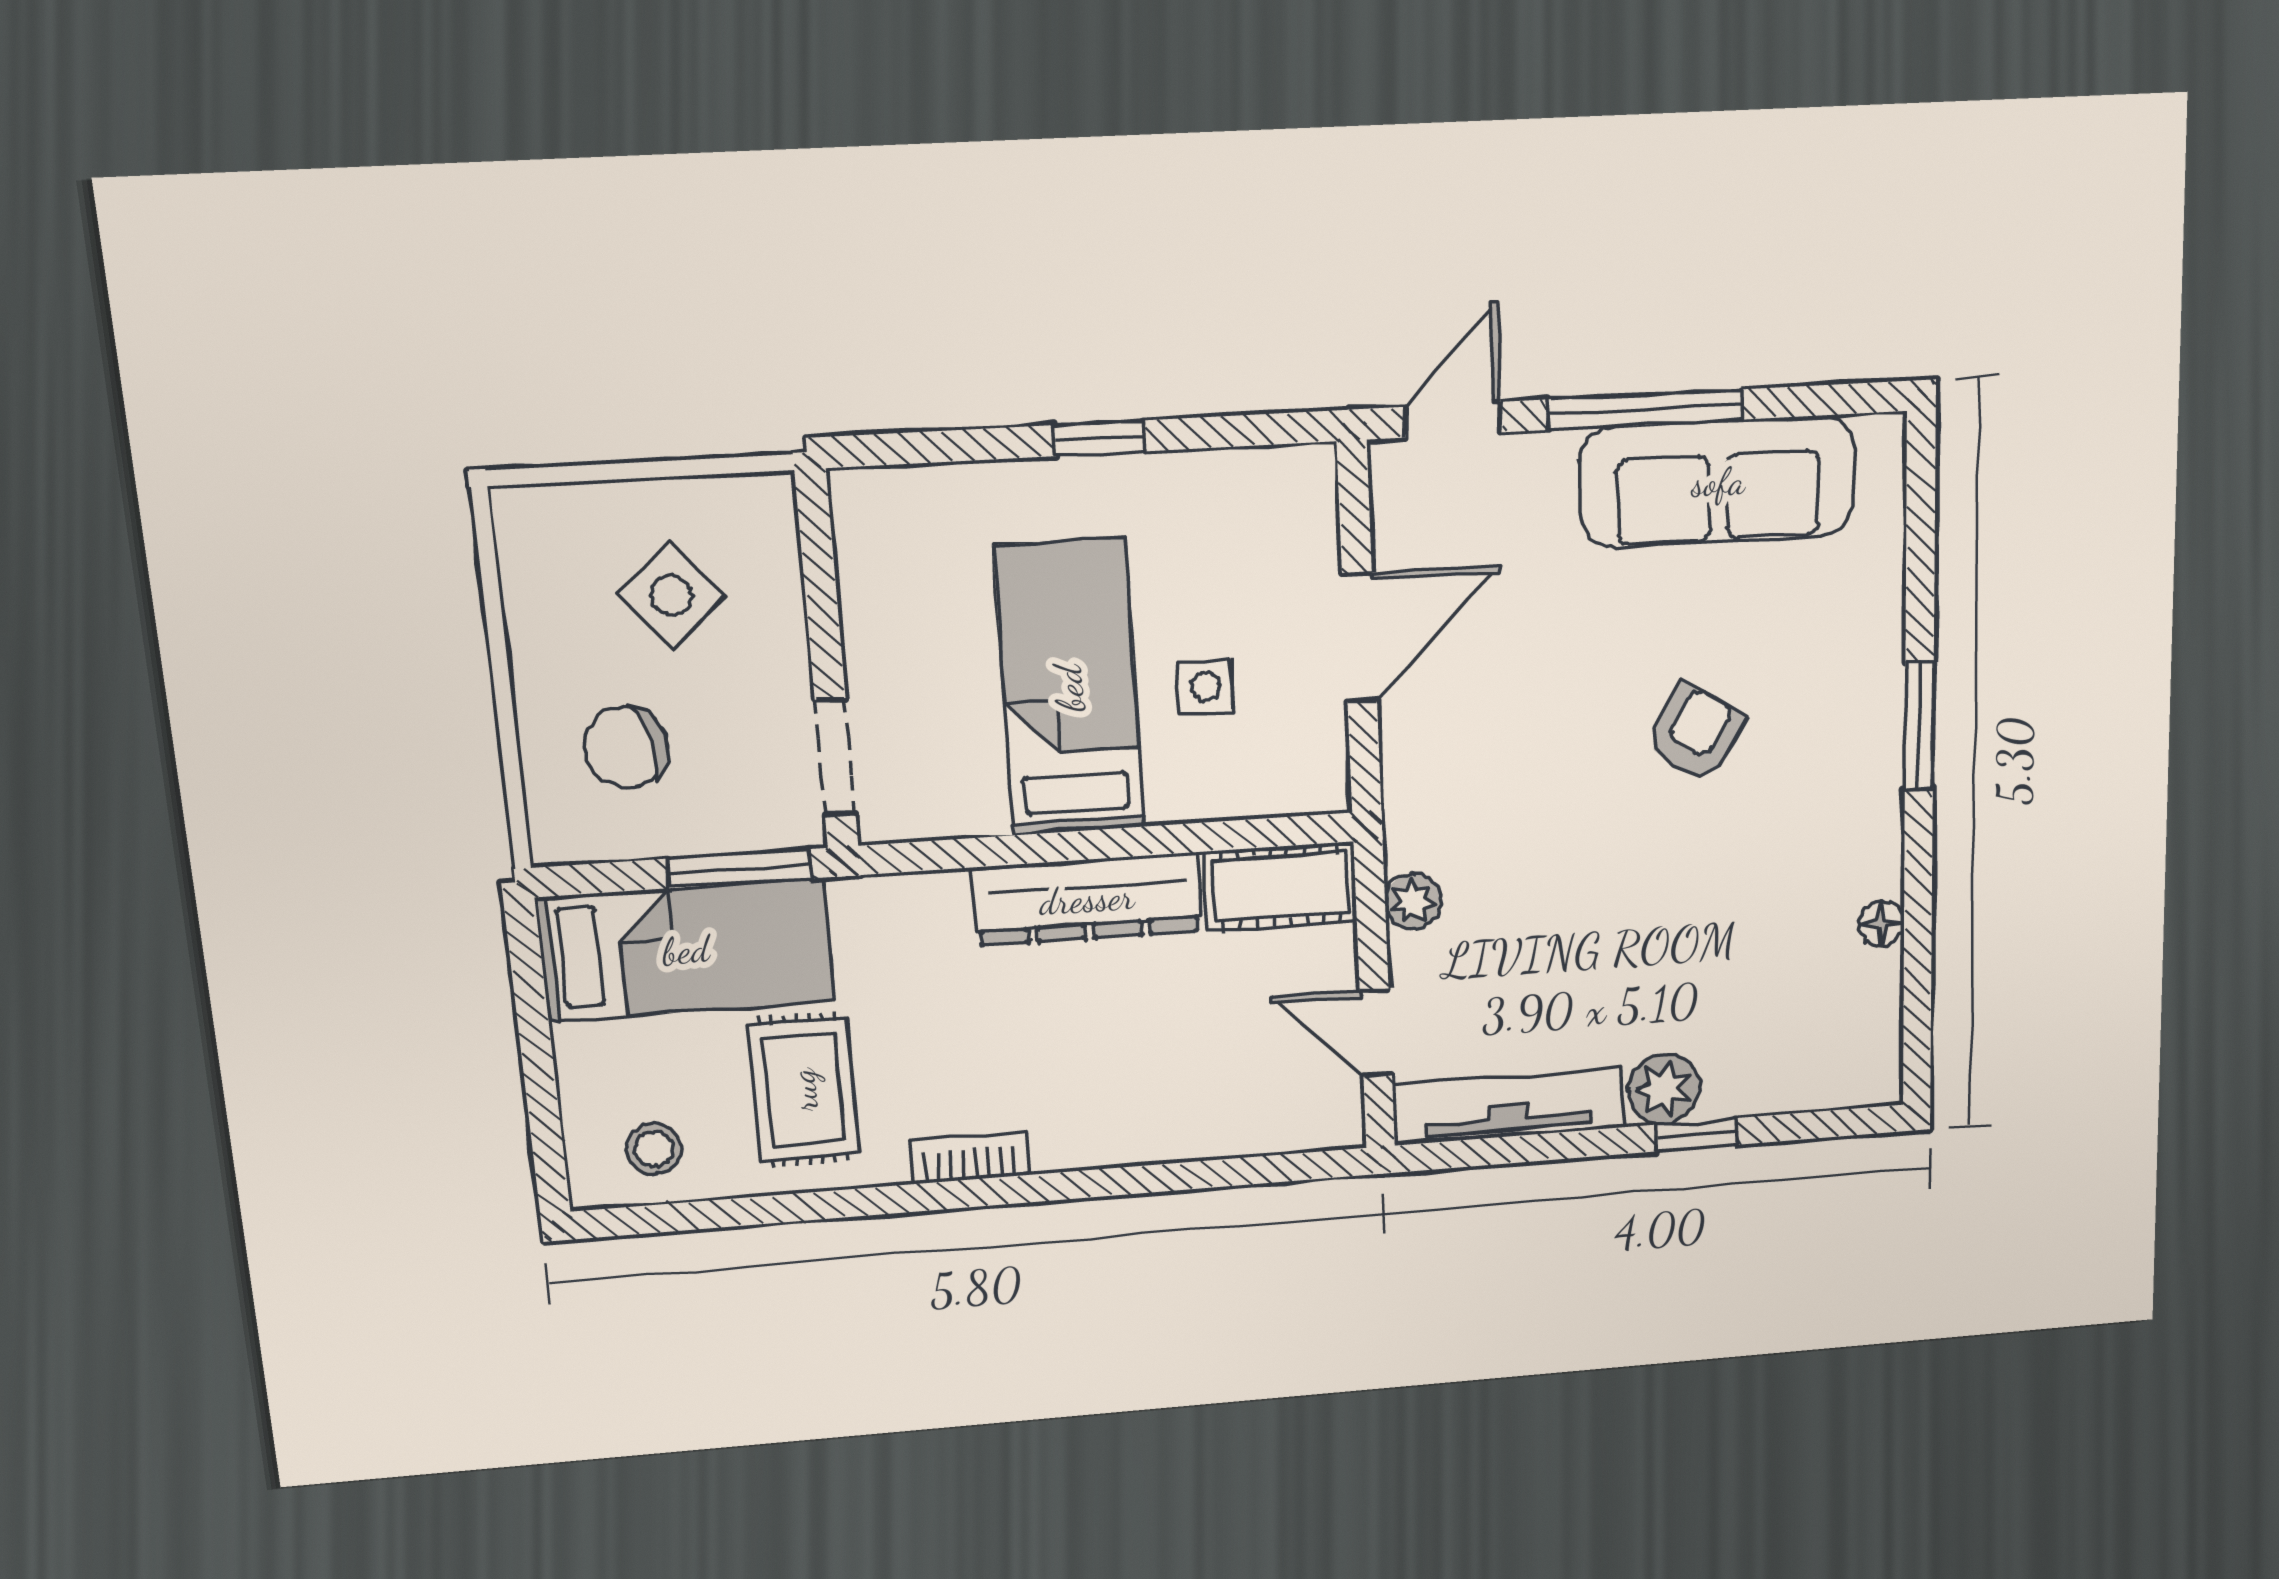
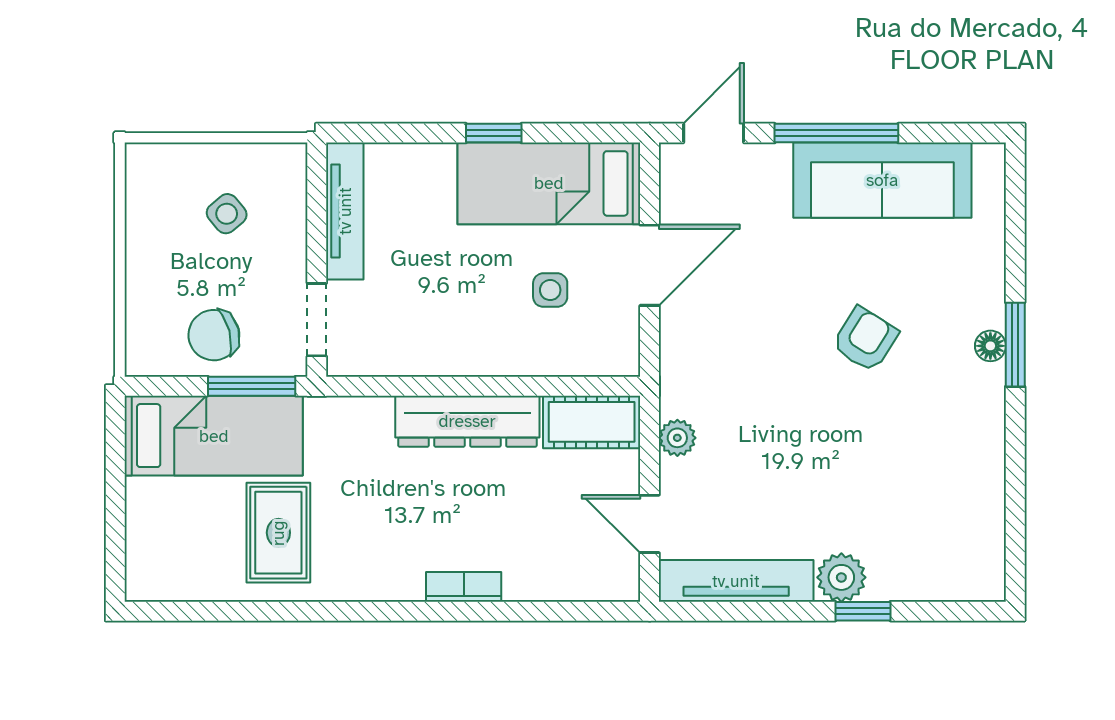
tv unit: (866, 580) -> (345, 211), added
side table: (671, 595) -> (227, 214), width x0.73, depth x0.73
bed: (1069, 688) -> (549, 183), moved, turned -90
chair: (626, 748) -> (214, 335), moved
floor lamp: (1882, 923) -> (990, 346), moved
stool: (654, 1149) -> (181, 564), removed
bookcase: (969, 1158) -> (464, 587), moved

